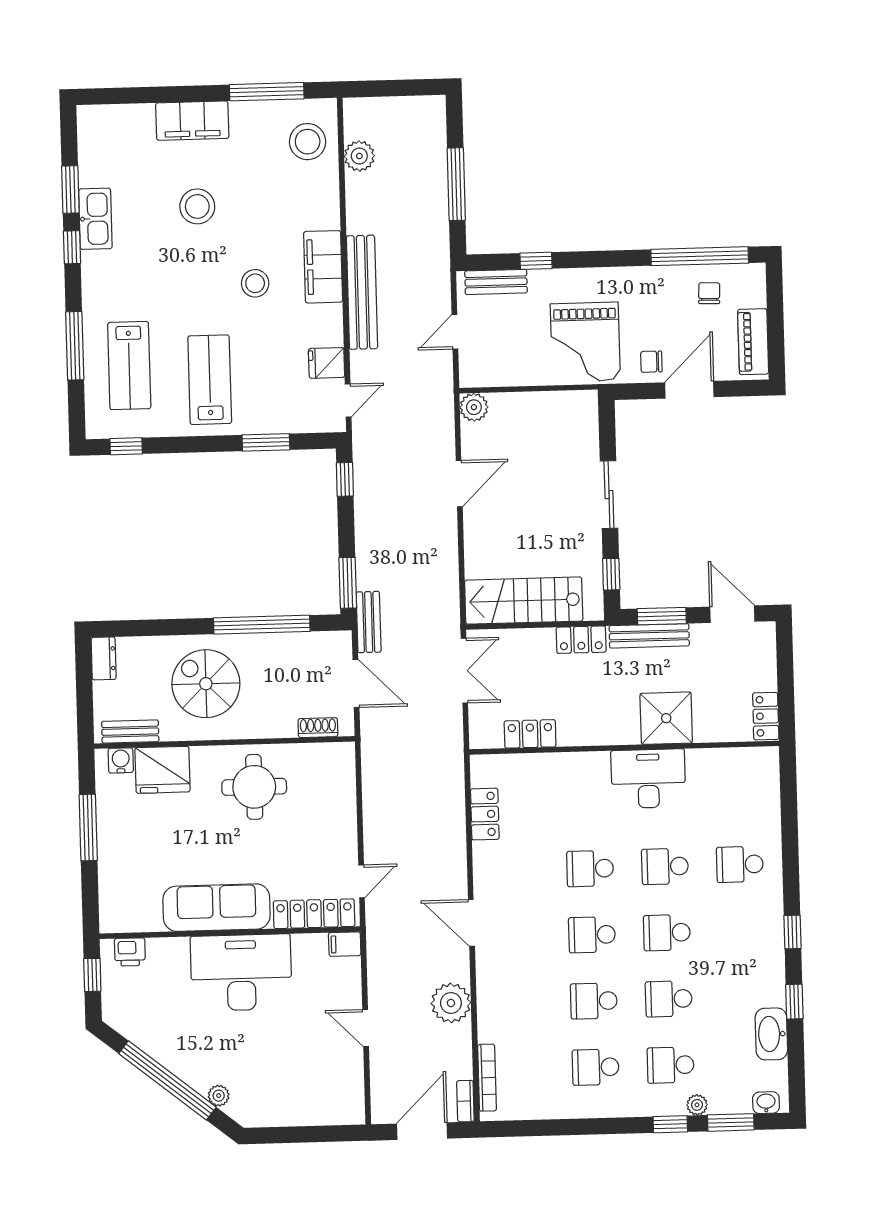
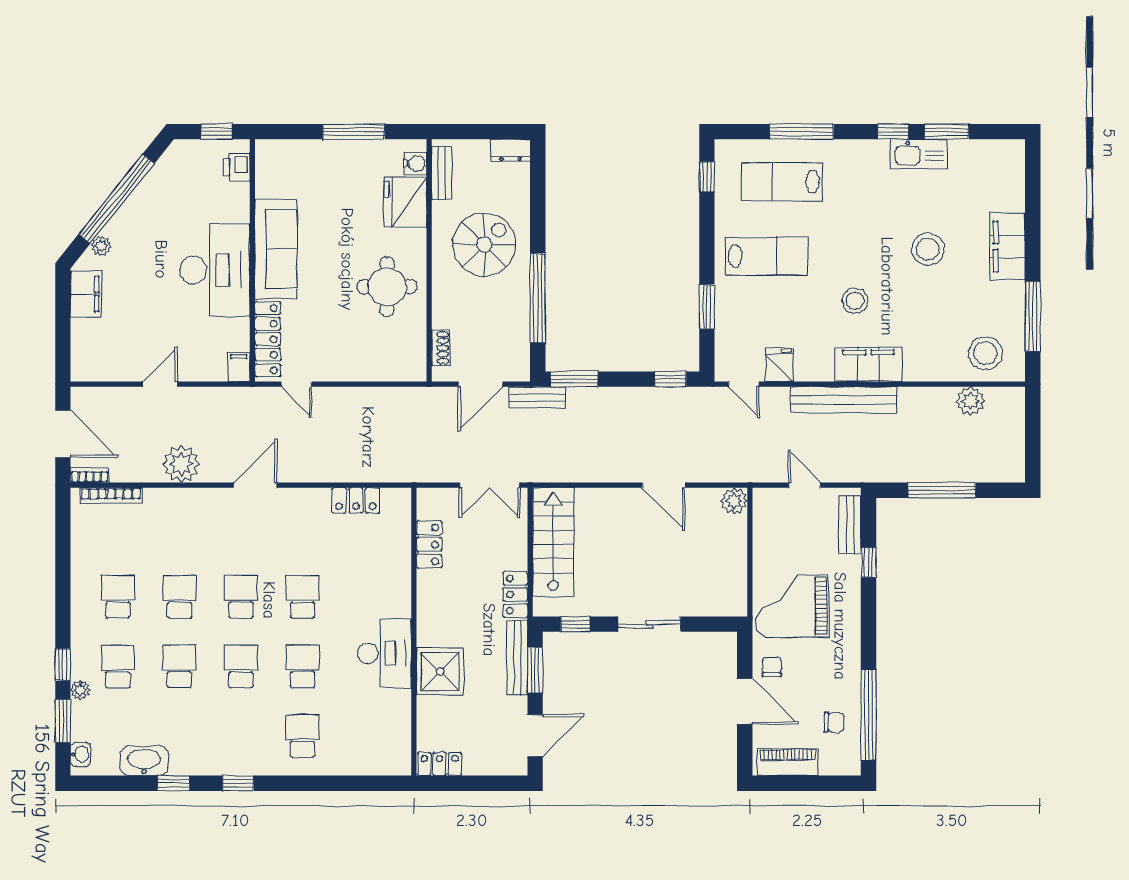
filing cabinet: (271, 1111) -> (86, 294), added

